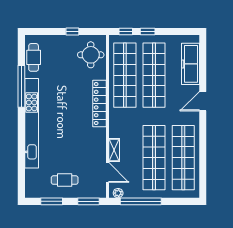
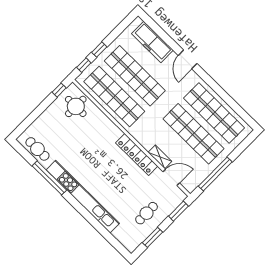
window: (72, 31) -> (59, 90), moved
locker: (99, 104) -> (137, 154), moved
plant: (118, 193) -> (193, 184), removed

